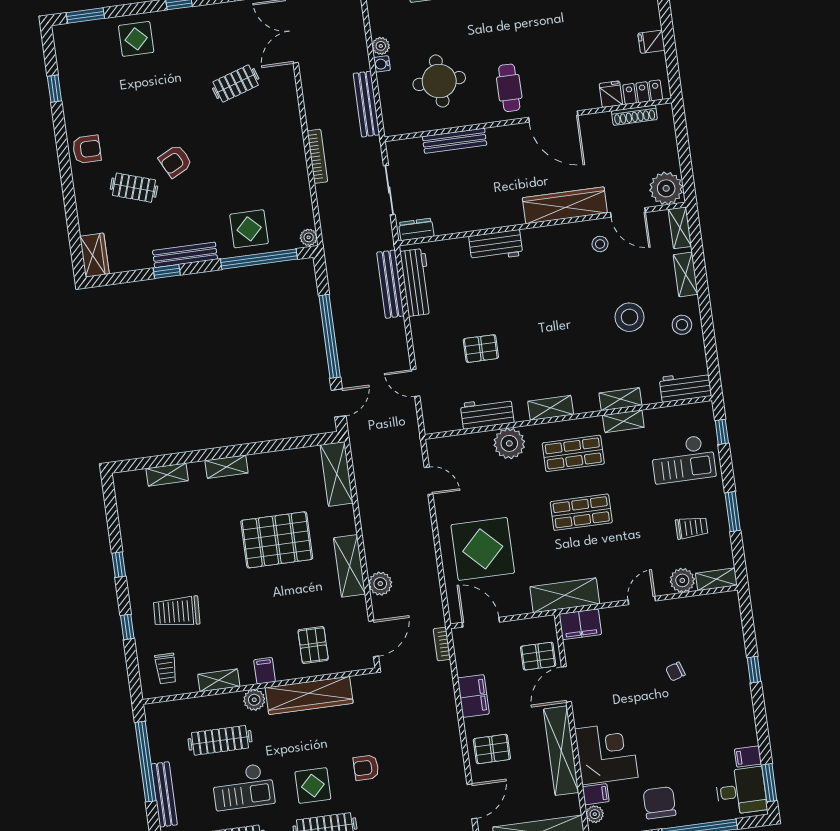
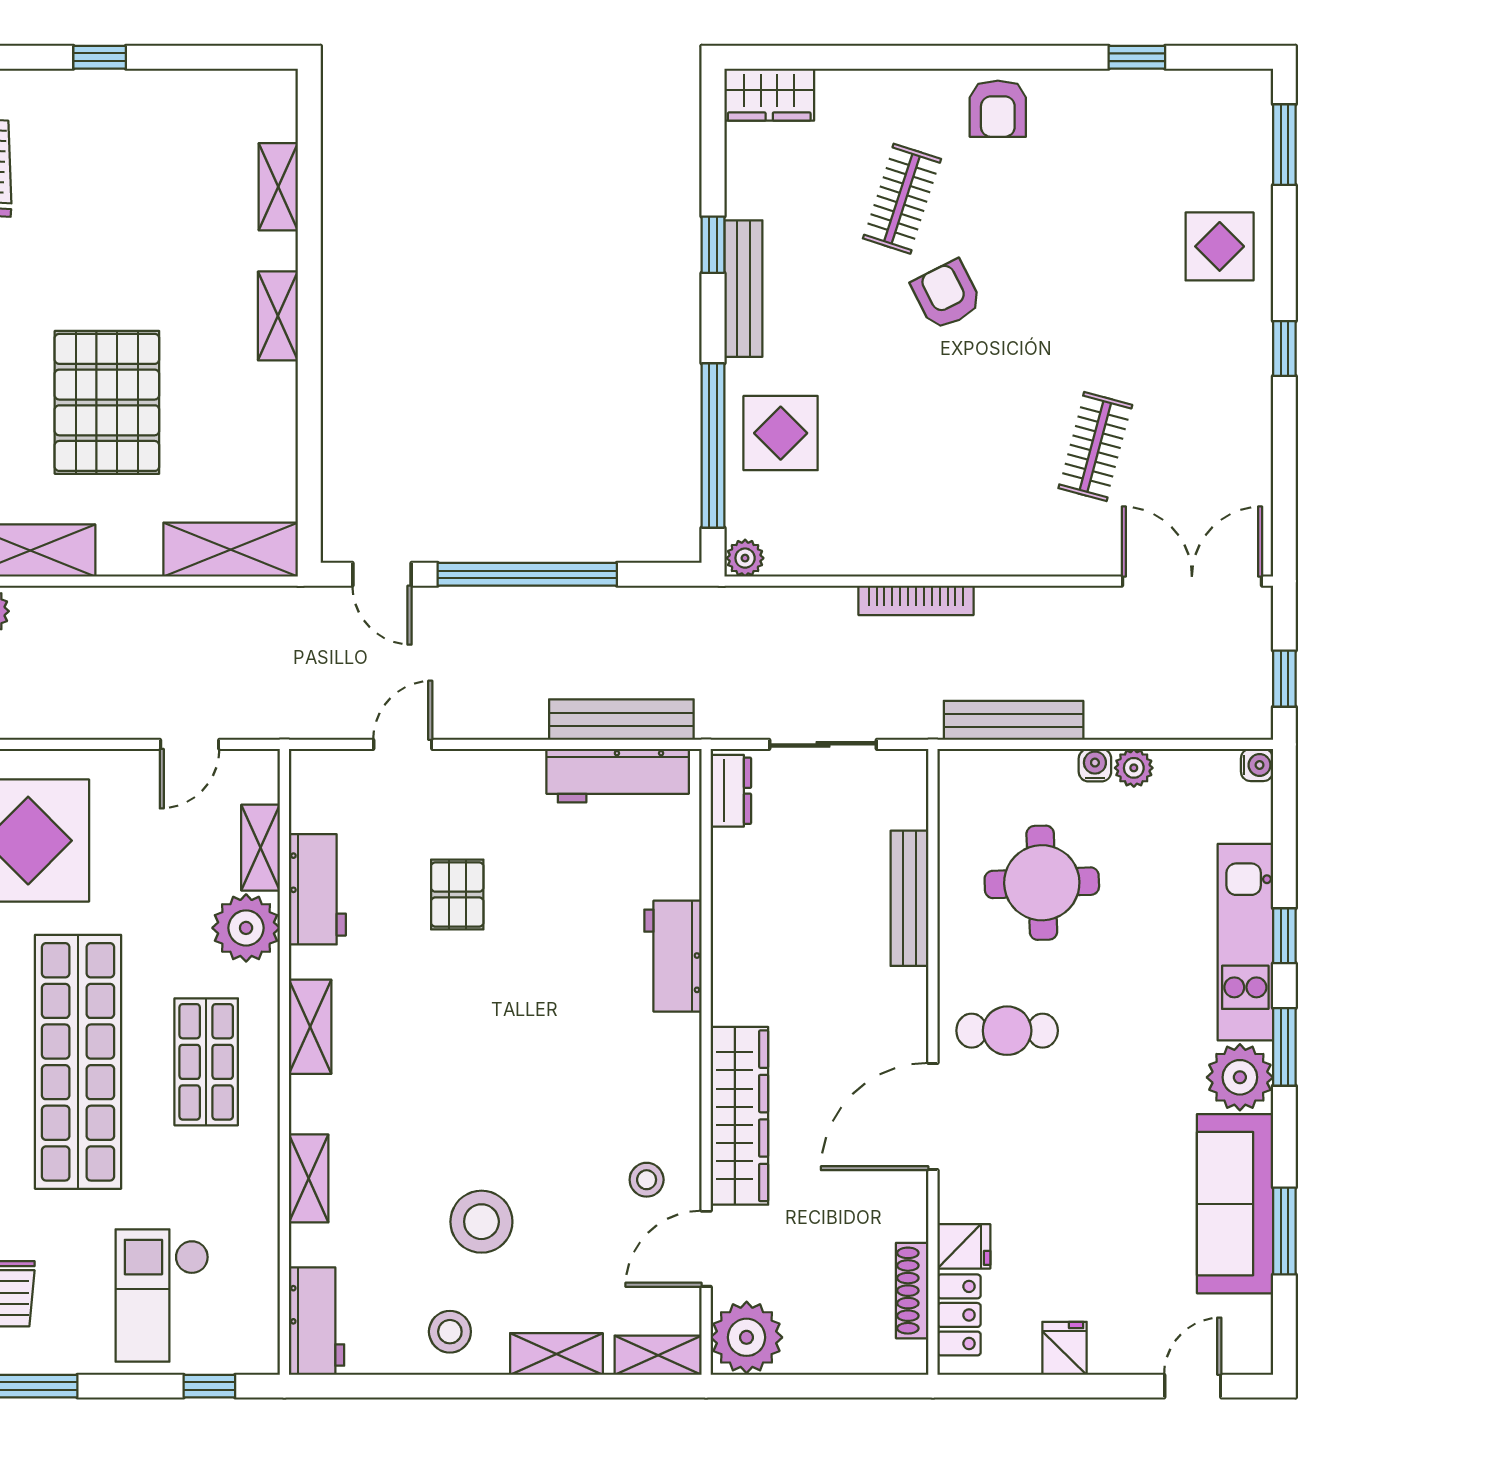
clothes rail: (236, 84) -> (1095, 446), turned 33
shelving: (623, 421) -> (261, 848), moved
shop shelf: (581, 512) -> (78, 1062), width x2.00, depth x1.36

